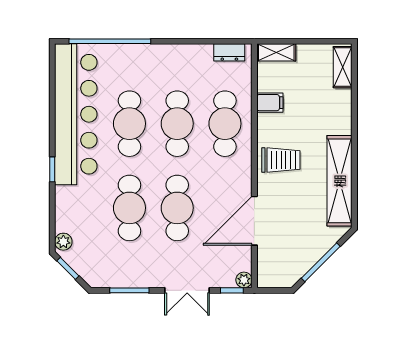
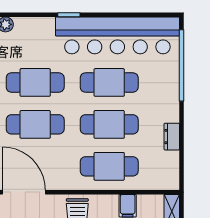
dresser: (229, 52) -> (172, 137), moved

